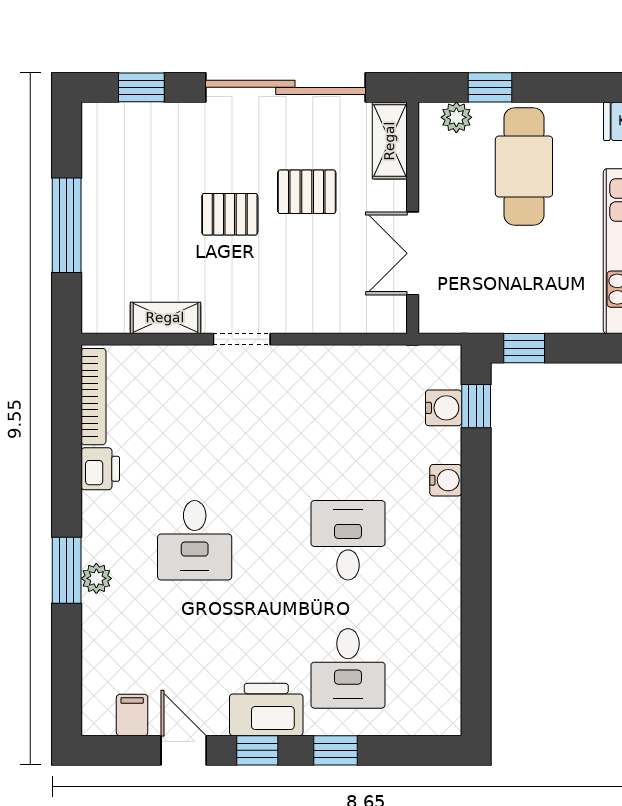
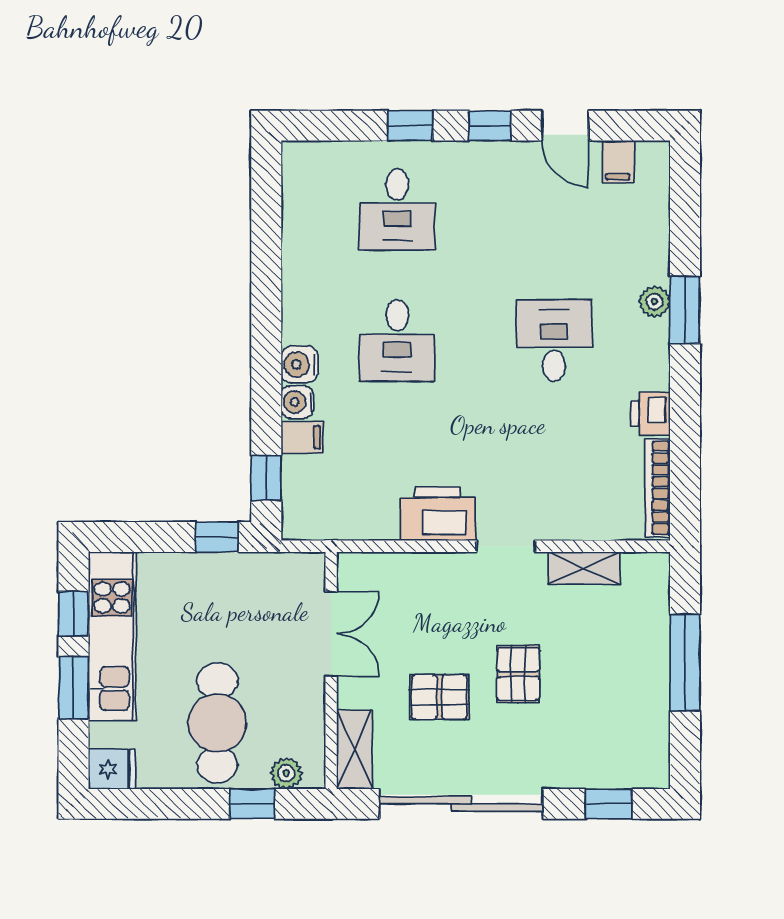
pallet: (230, 214) -> (518, 674), turned 90
water cooler: (444, 408) -> (299, 364), moved
filing cabinet: (441, 446) -> (302, 437), added
desk: (348, 668) -> (397, 209), turned 180
printer: (266, 710) -> (438, 514), moved, turned 180

